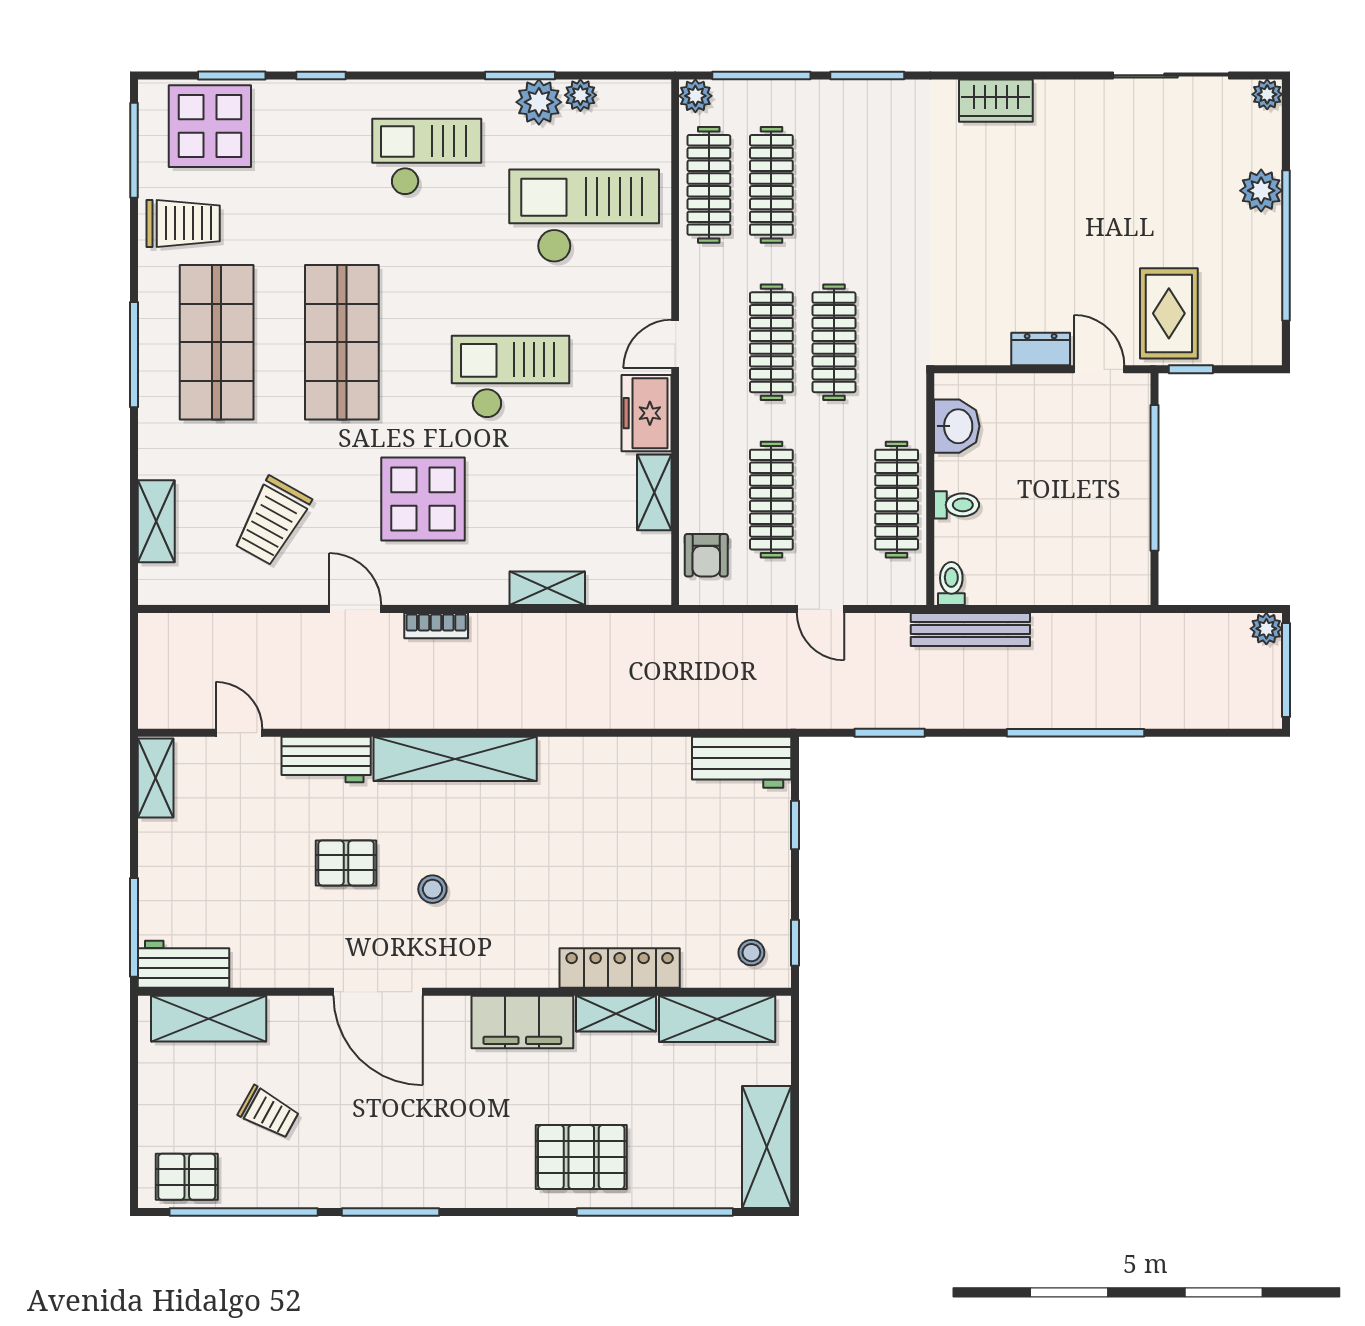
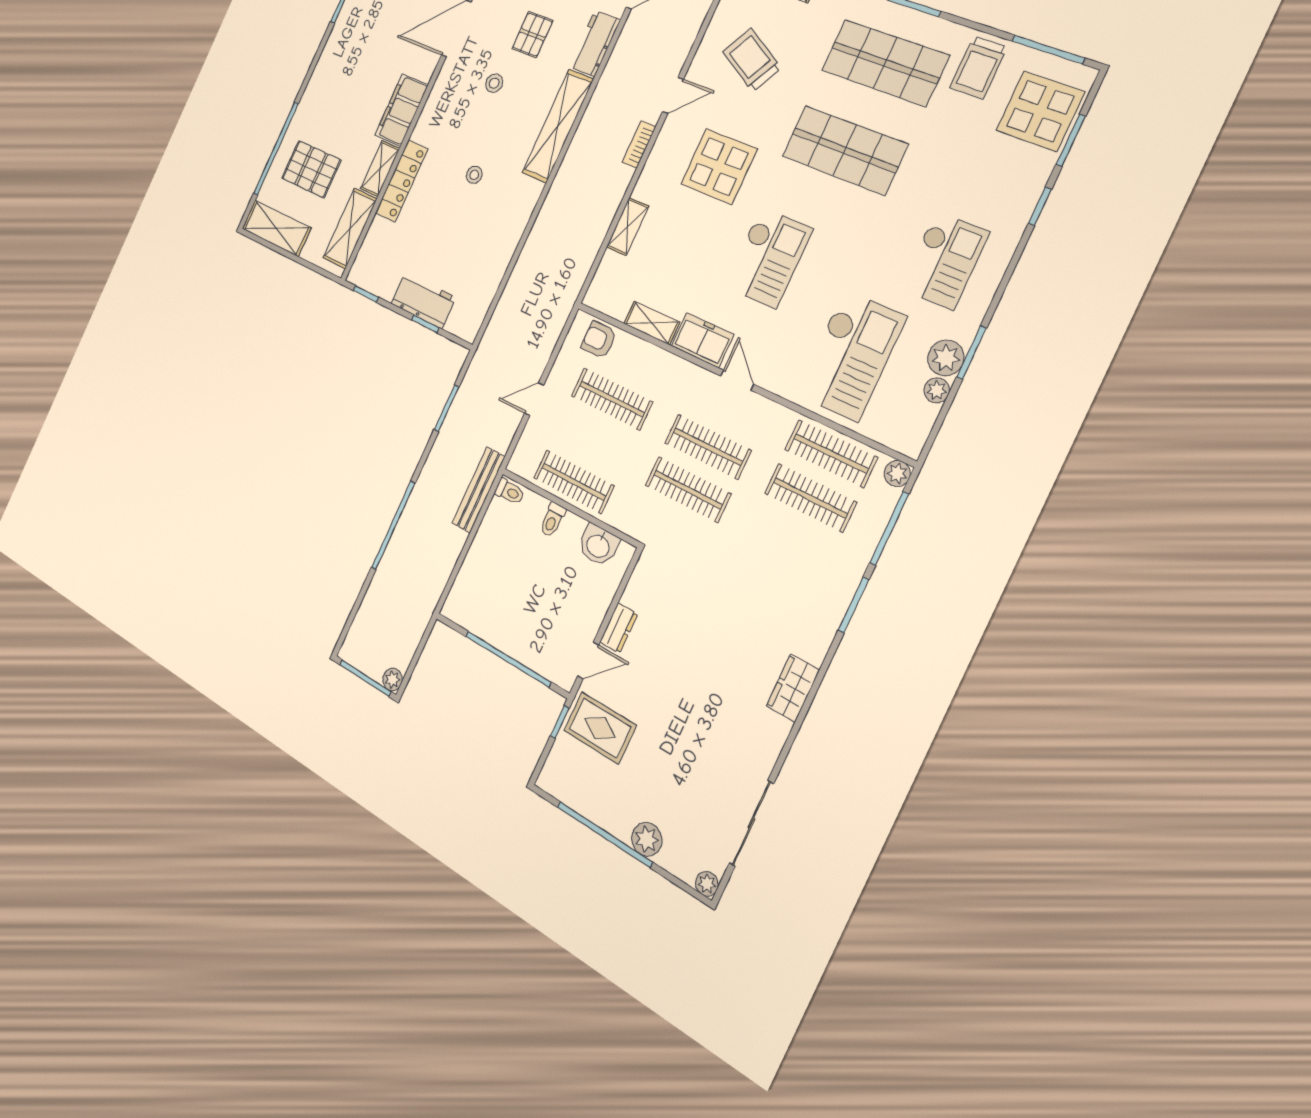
workbench: (742, 762) -> (423, 300), moved, turned 90
stool: (751, 953) -> (474, 175), moved
pallet: (581, 1157) -> (311, 169), moved, turned 90

